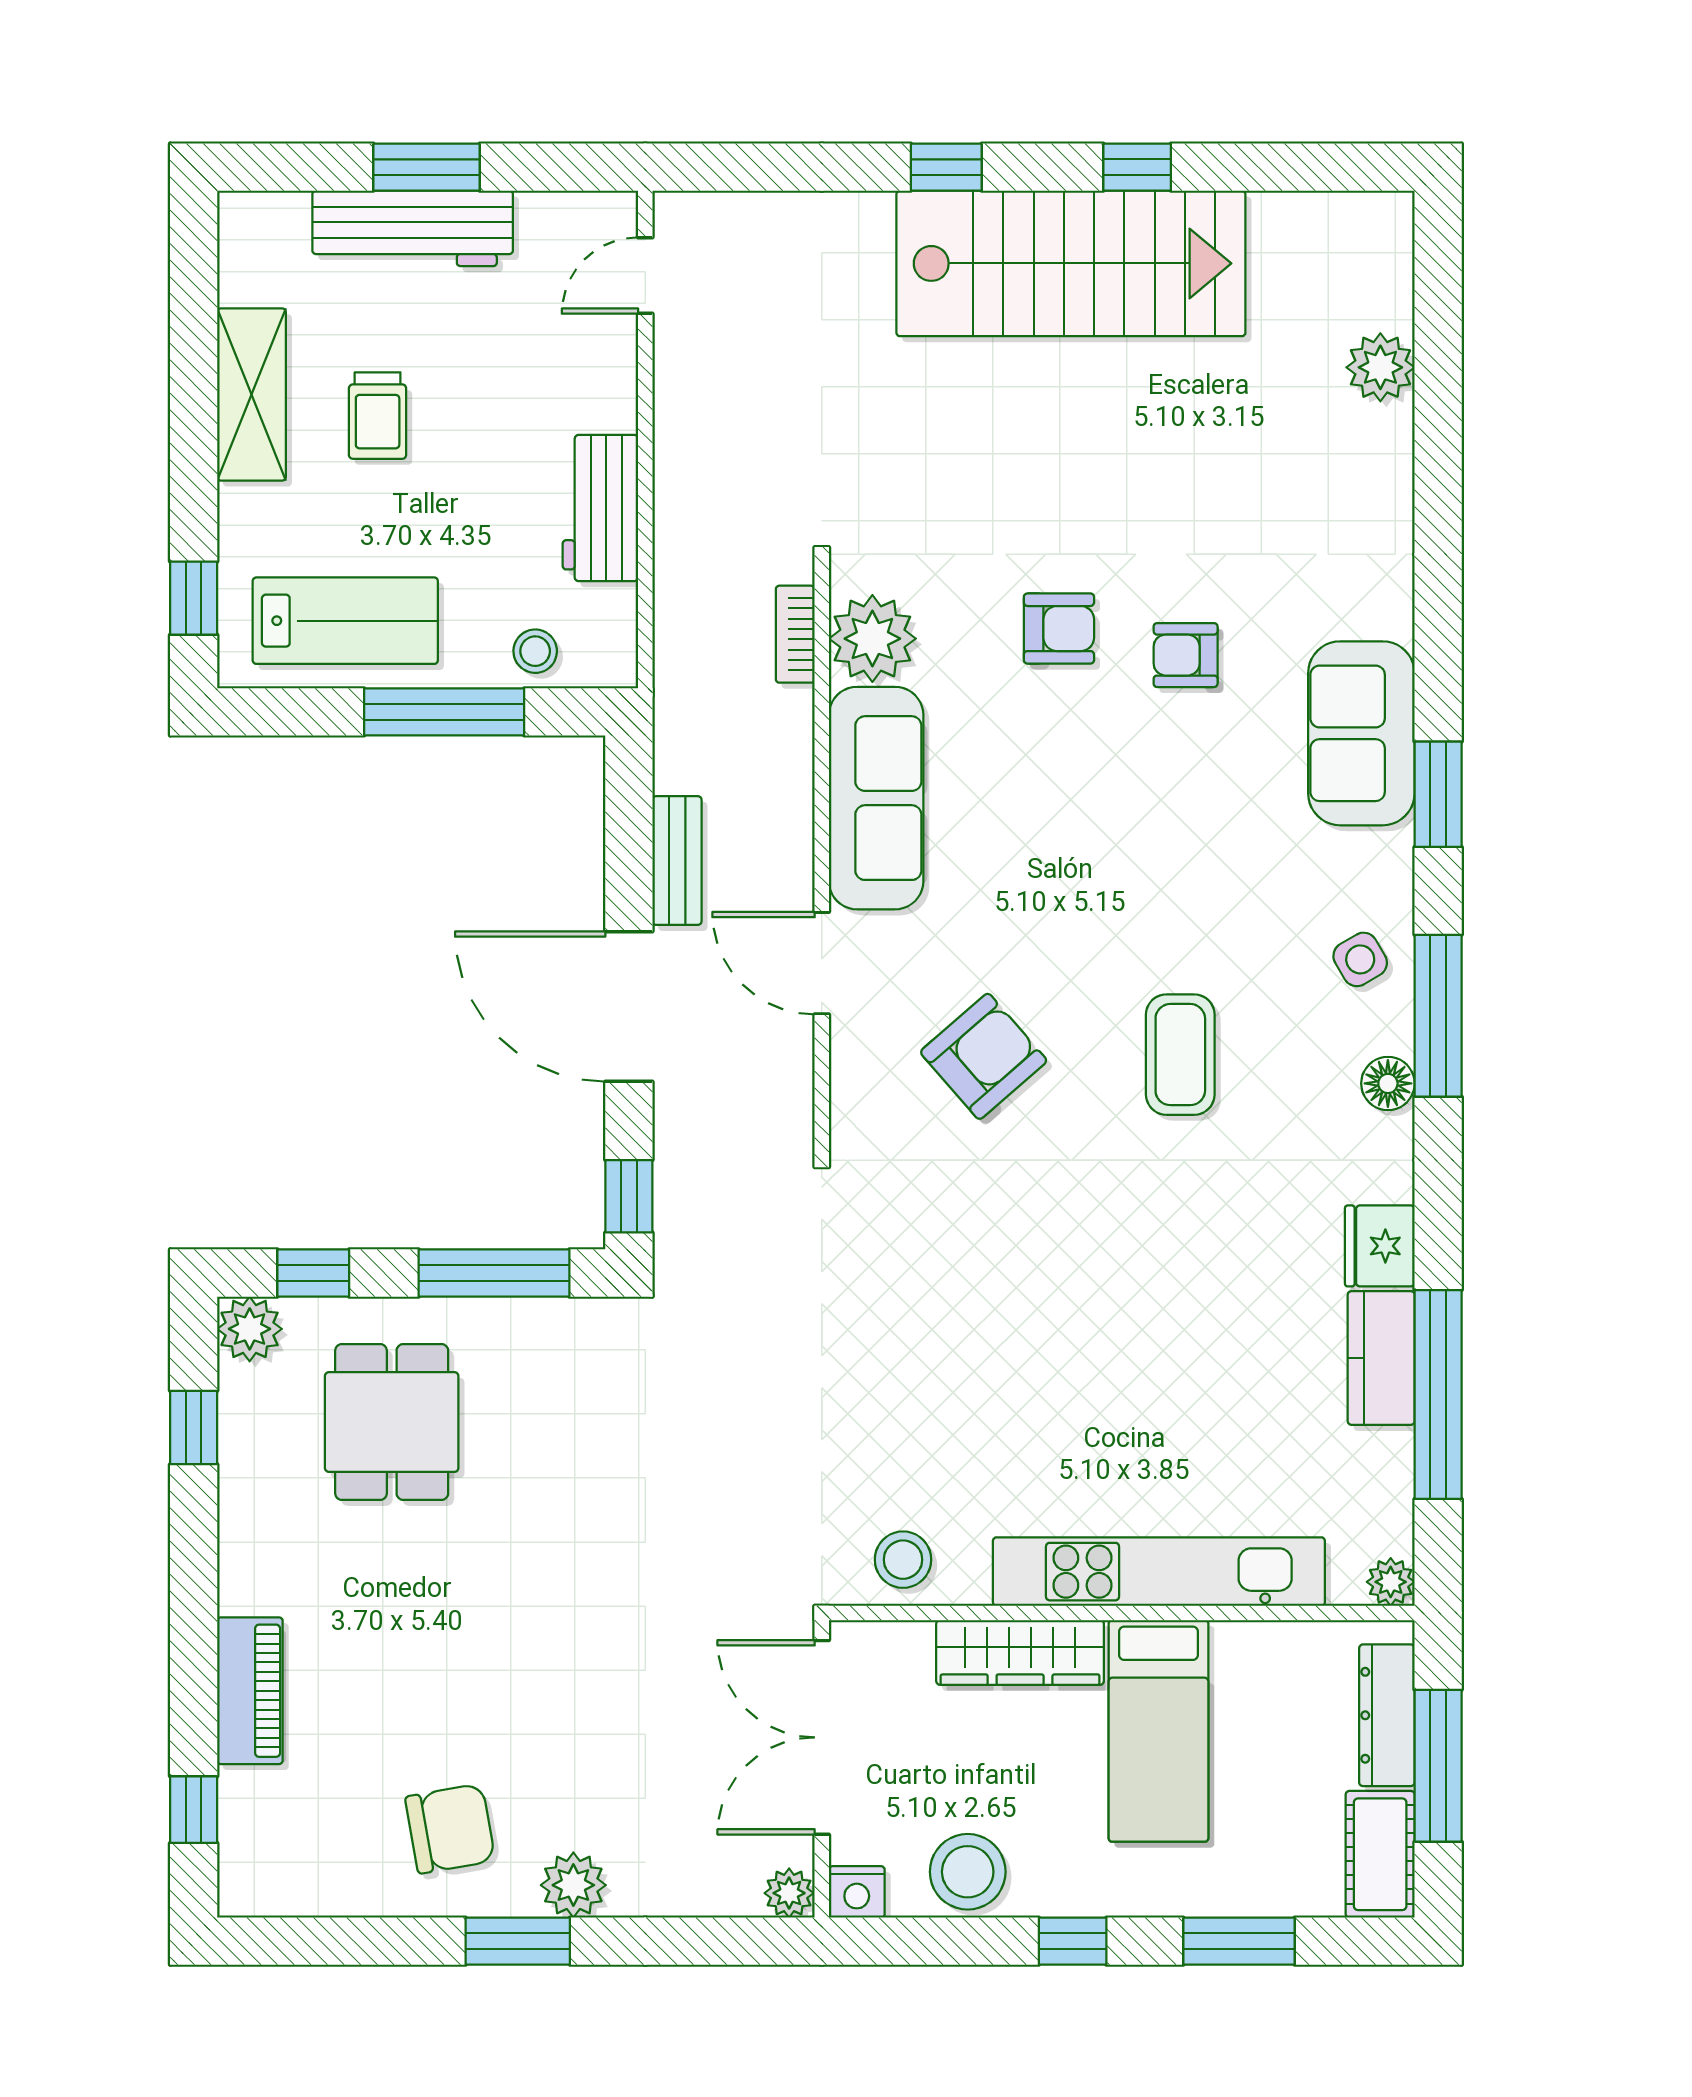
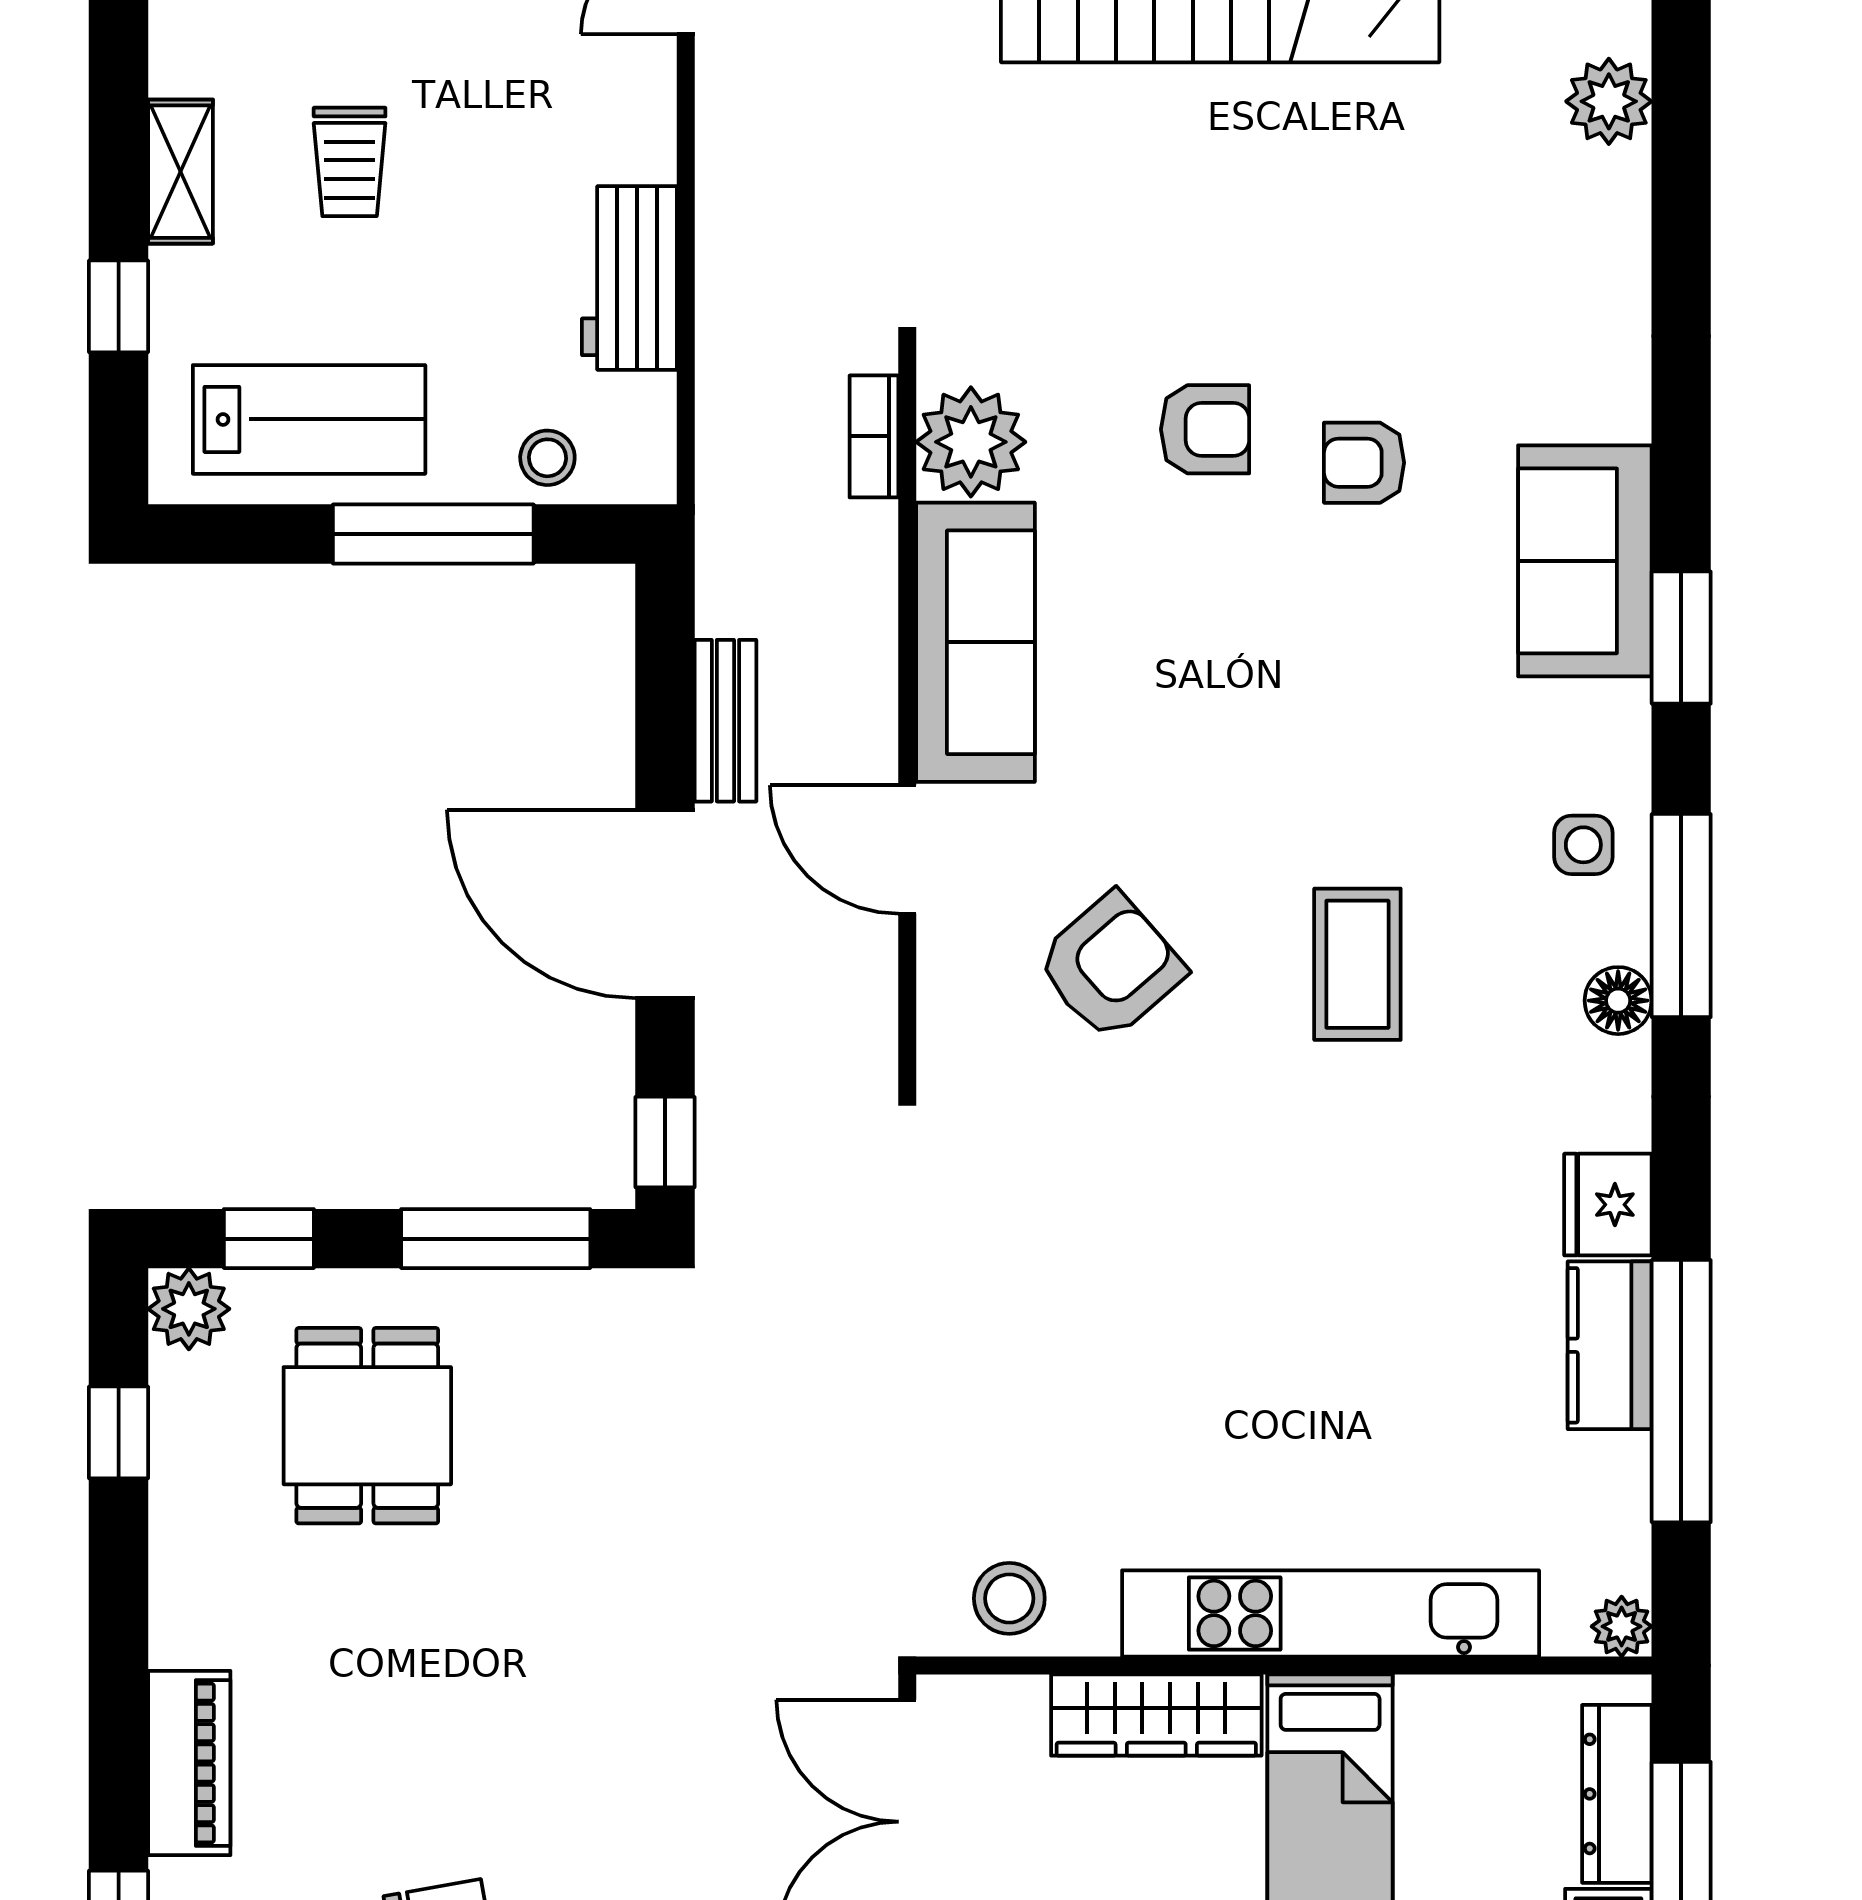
shelving: (251, 395) -> (180, 172), width x0.67, depth x0.75
window: (194, 598) -> (119, 306), moved
side table: (1360, 959) -> (1583, 845), turned 30

